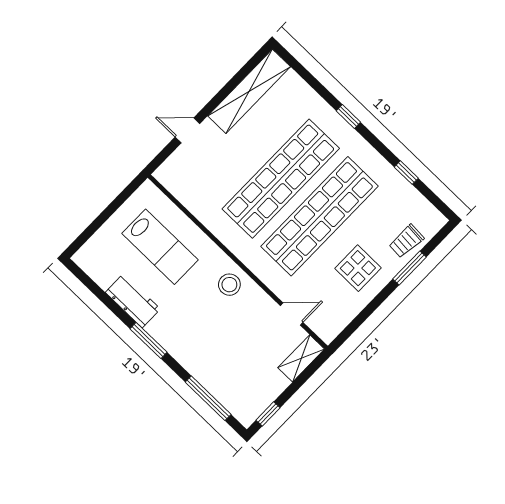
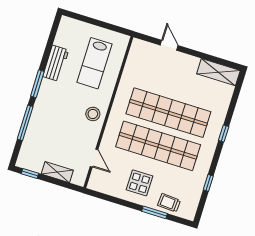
shelving: (249, 91) -> (218, 72), width x0.68
shelving: (301, 358) -> (57, 172), moved
window: (208, 398) -> (25, 123), moved

